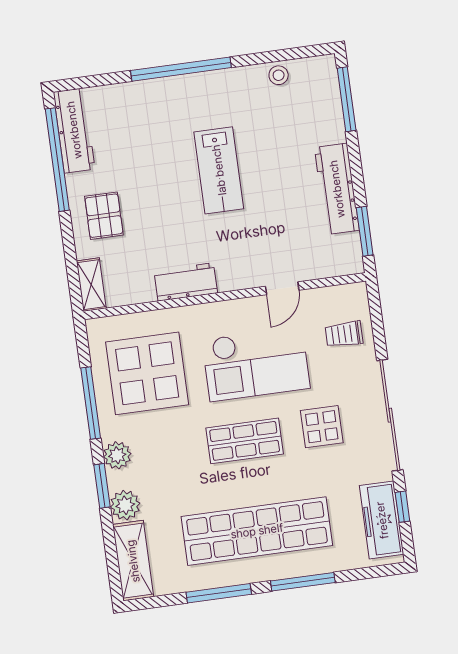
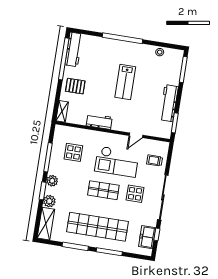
pallet: (104, 216) -> (75, 86), turned 90
display table: (147, 373) -> (73, 152), width x0.54, depth x0.54
freezer: (382, 520) -> (147, 237), width x0.71

